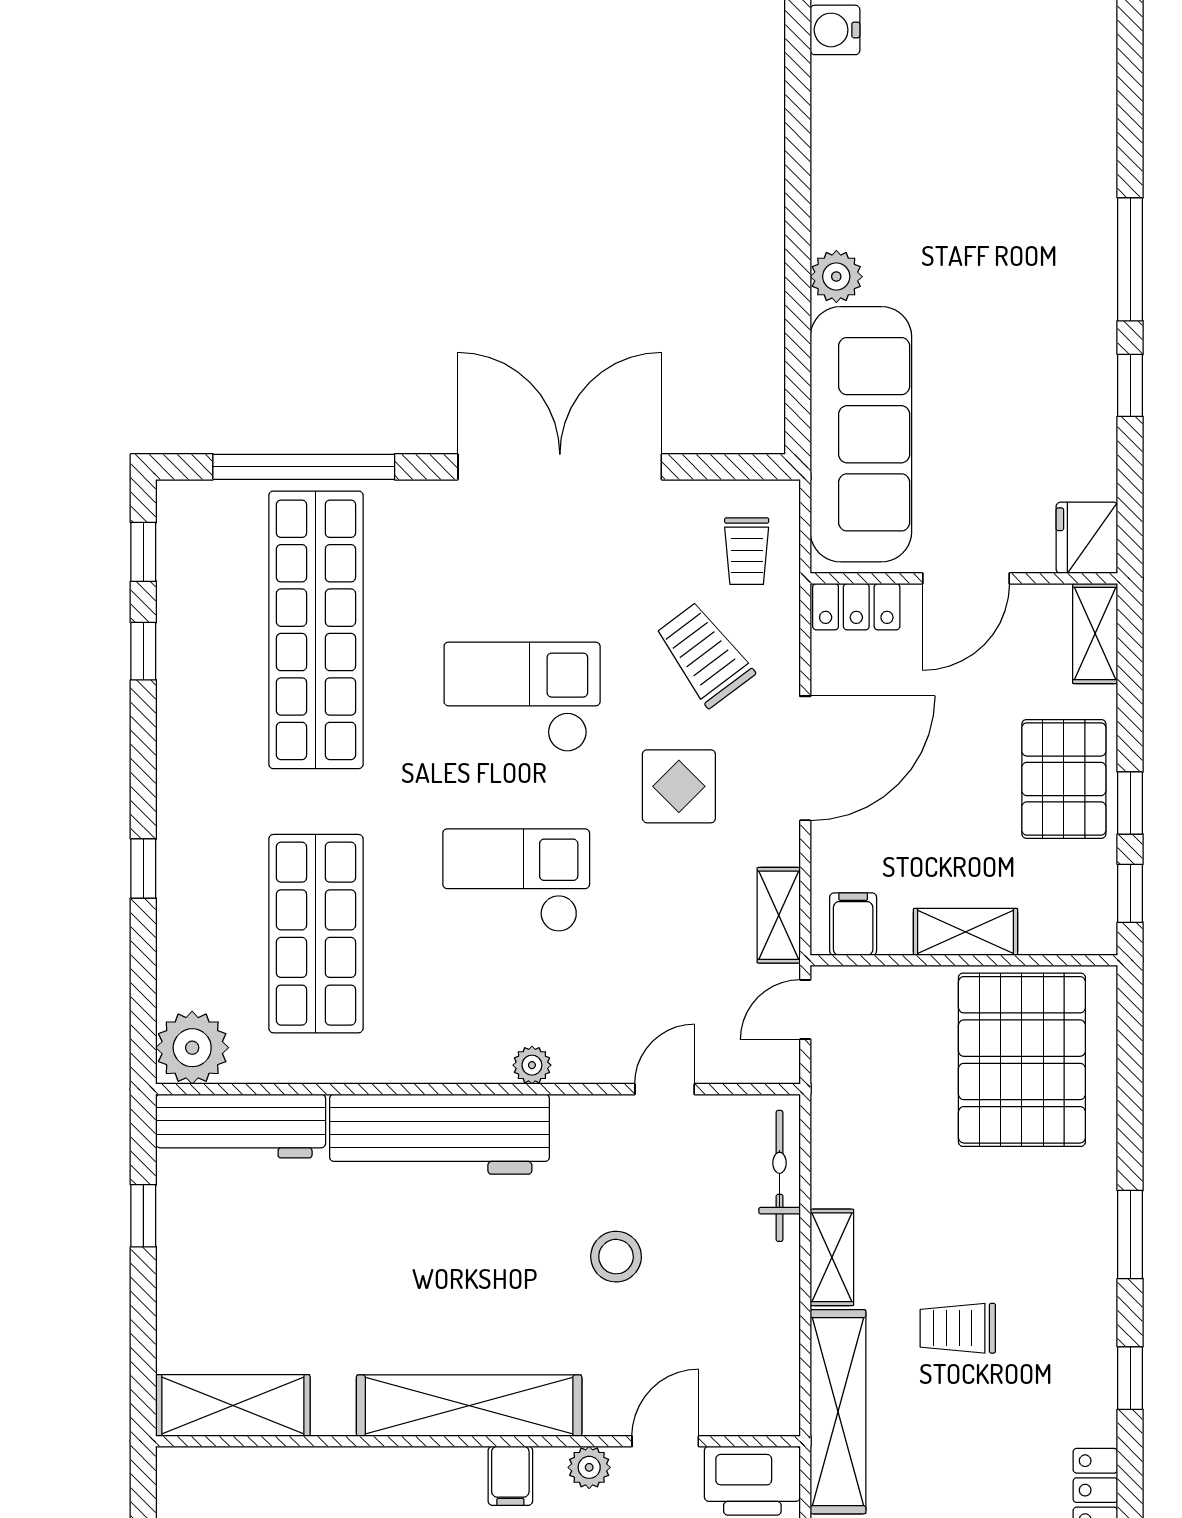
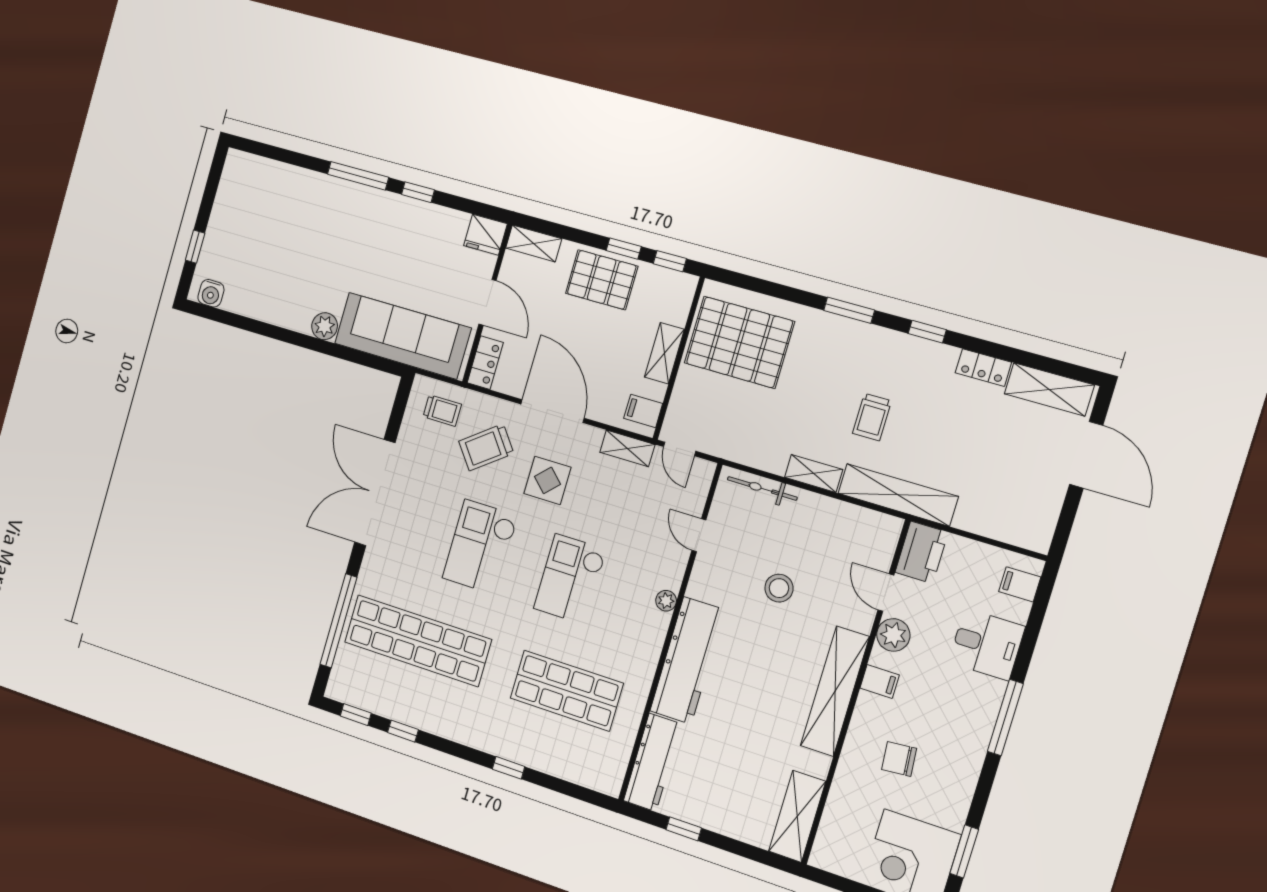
plant: (192, 1048) -> (605, 774), removed
plant: (589, 1467) -> (893, 635), width x1.38, depth x1.38

